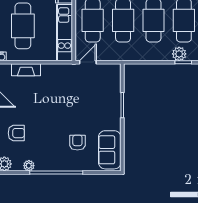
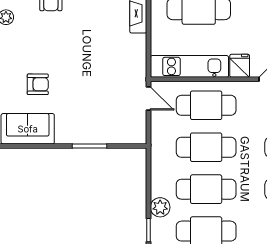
plant: (179, 54) -> (160, 207), moved

